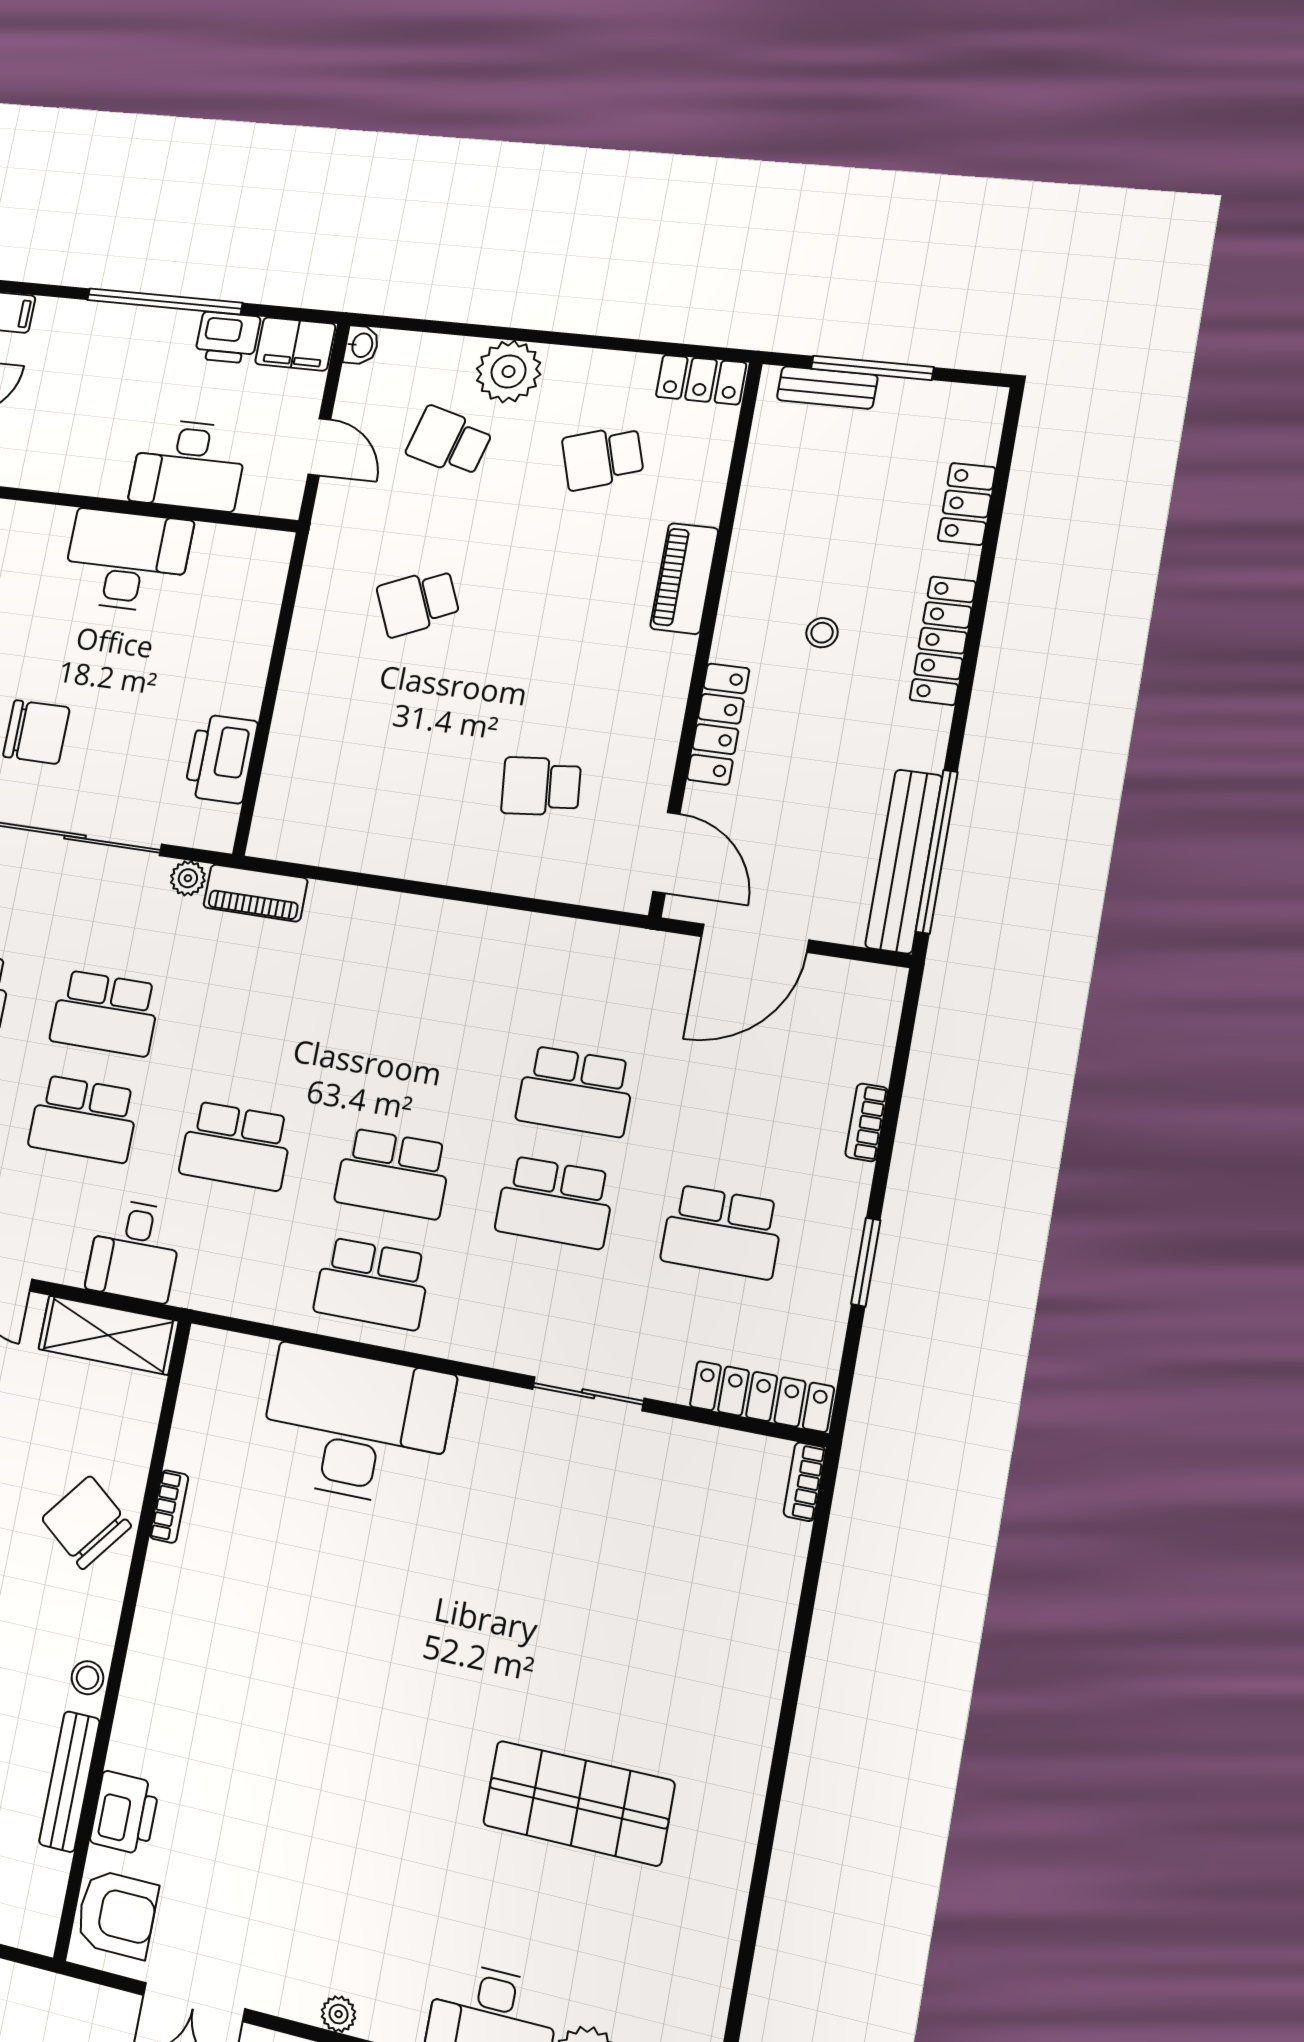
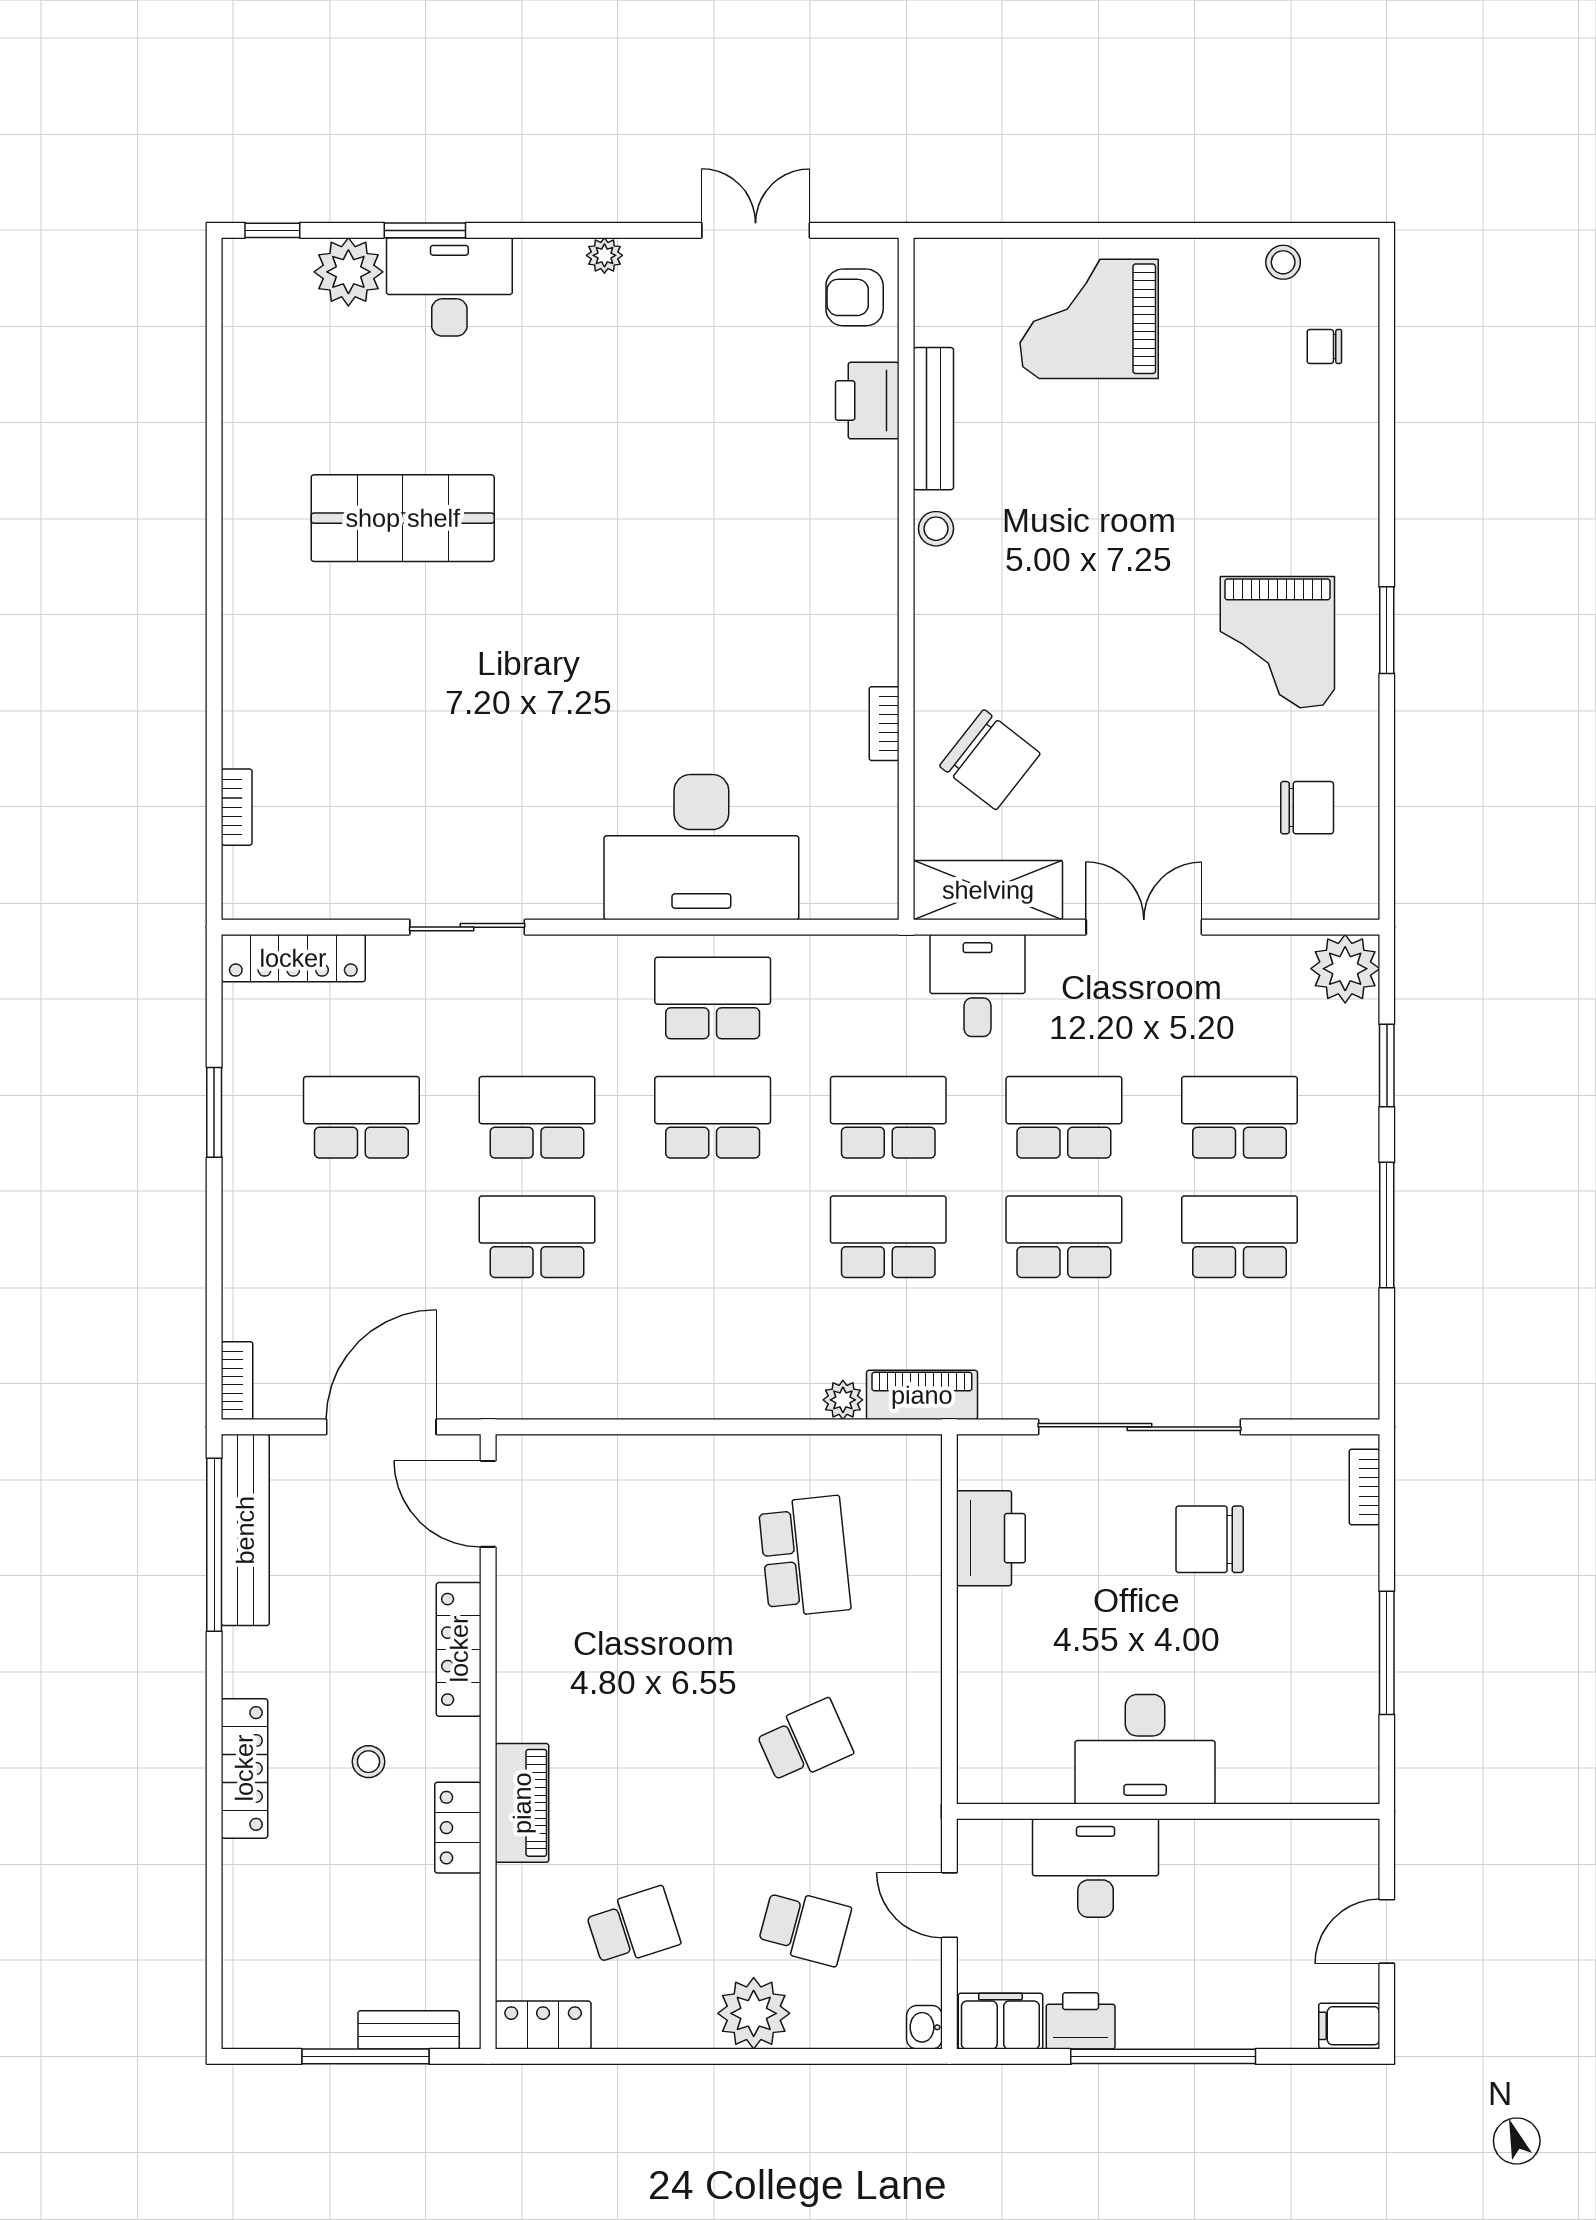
locker: (967, 504) -> (458, 1828), moved, turned 180
school desk: (541, 786) -> (805, 1556), moved, width x1.85
plant: (188, 878) -> (843, 1400), moved
school desk: (257, 1038) -> (888, 1237), added
bookcase: (867, 1122) -> (237, 1381), moved
bookcase: (805, 1482) -> (237, 807), moved
chair: (86, 1522) -> (990, 760), moved
armchair: (117, 1914) -> (855, 297), width x0.72, depth x0.72

